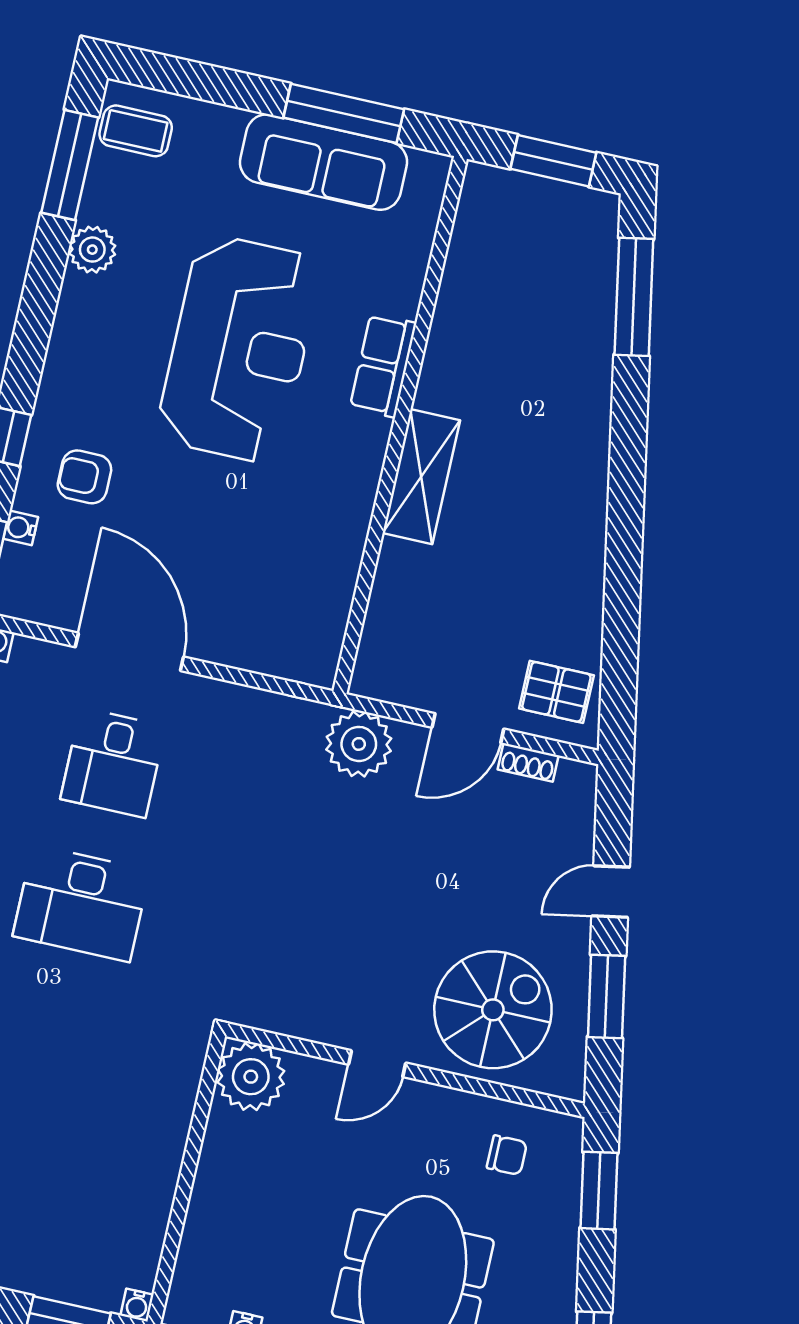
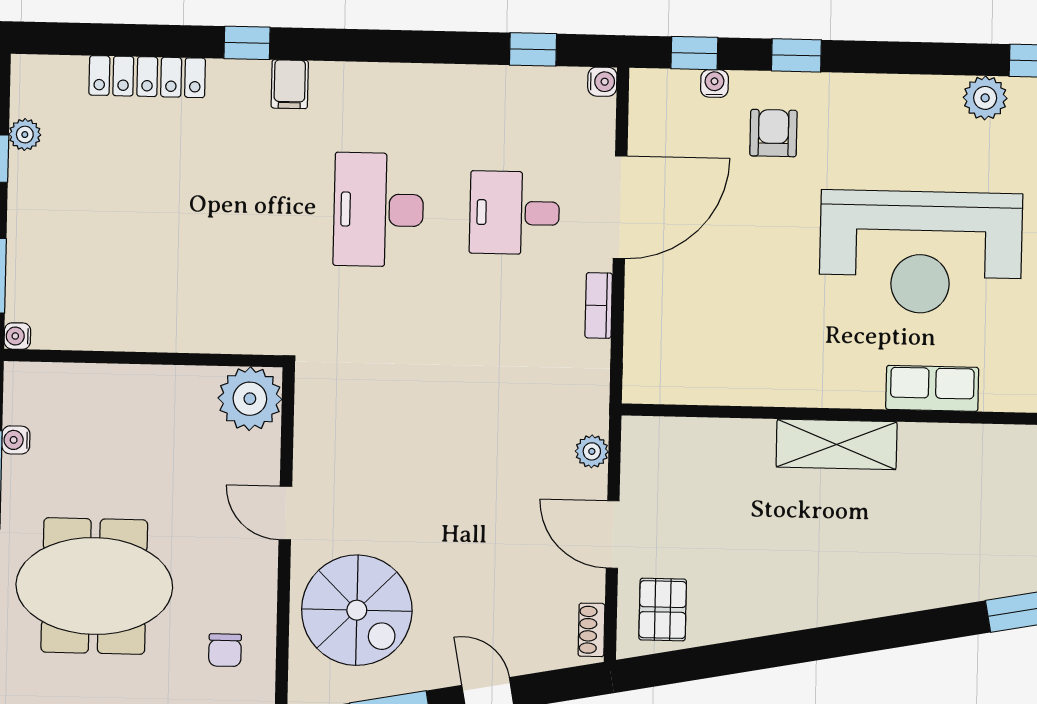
bookcase: (227, 695) -> (599, 305), added
plant: (359, 744) -> (592, 451), width x0.53, depth x0.53
shoe rack: (528, 762) -> (591, 630), moved

